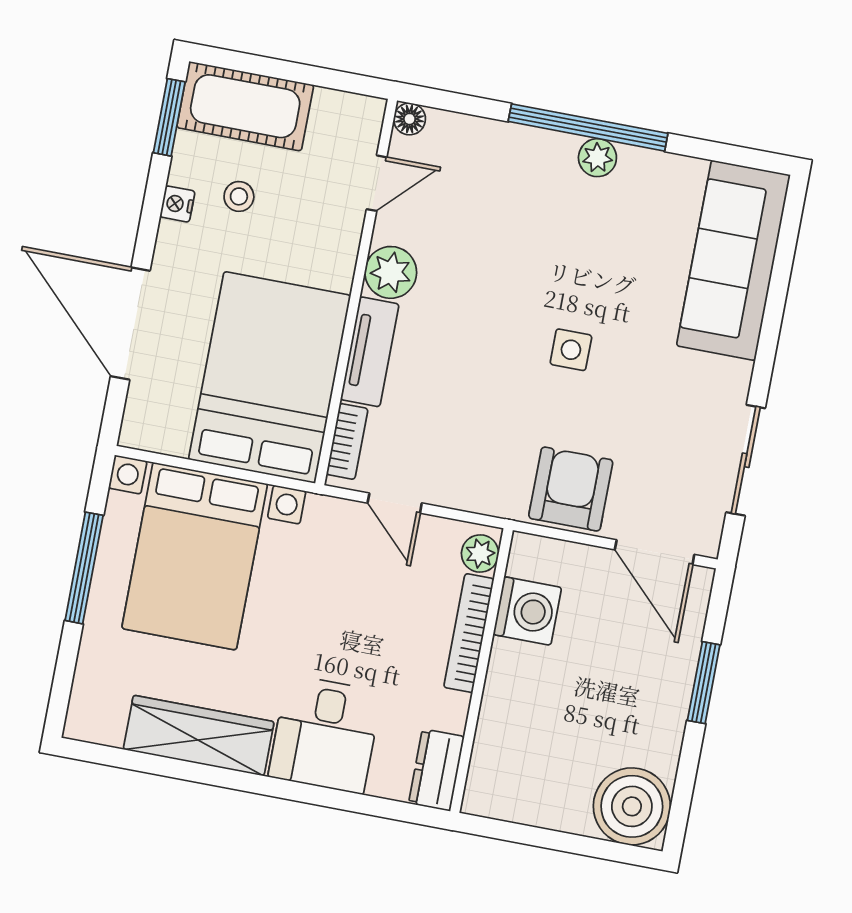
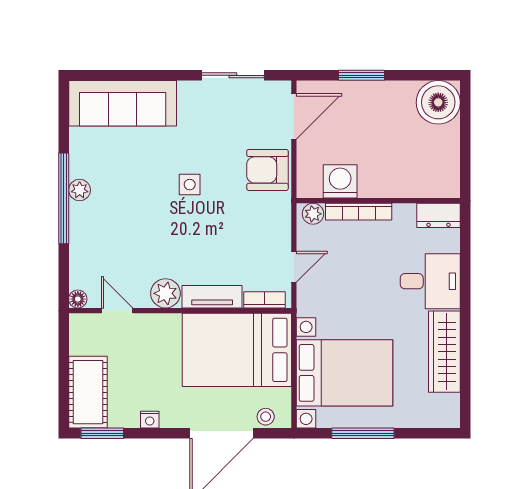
stool: (239, 196) -> (266, 417), moved

